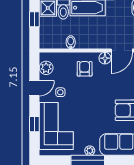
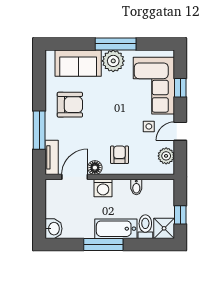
washing machine: (98, 41) -> (103, 188), added
armchair: (85, 69) -> (119, 155), turned 180
plant: (90, 151) -> (113, 61), width x1.88, depth x1.88

